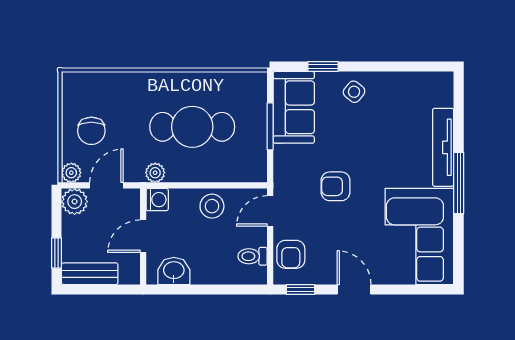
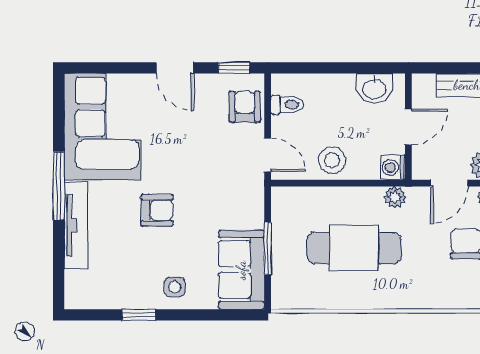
window: (323, 67) -> (139, 315), moved
side table: (354, 92) -> (175, 287), turned -38
armchair: (336, 186) -> (157, 210), moved
door: (270, 211) -> (268, 155), hinge flipped

